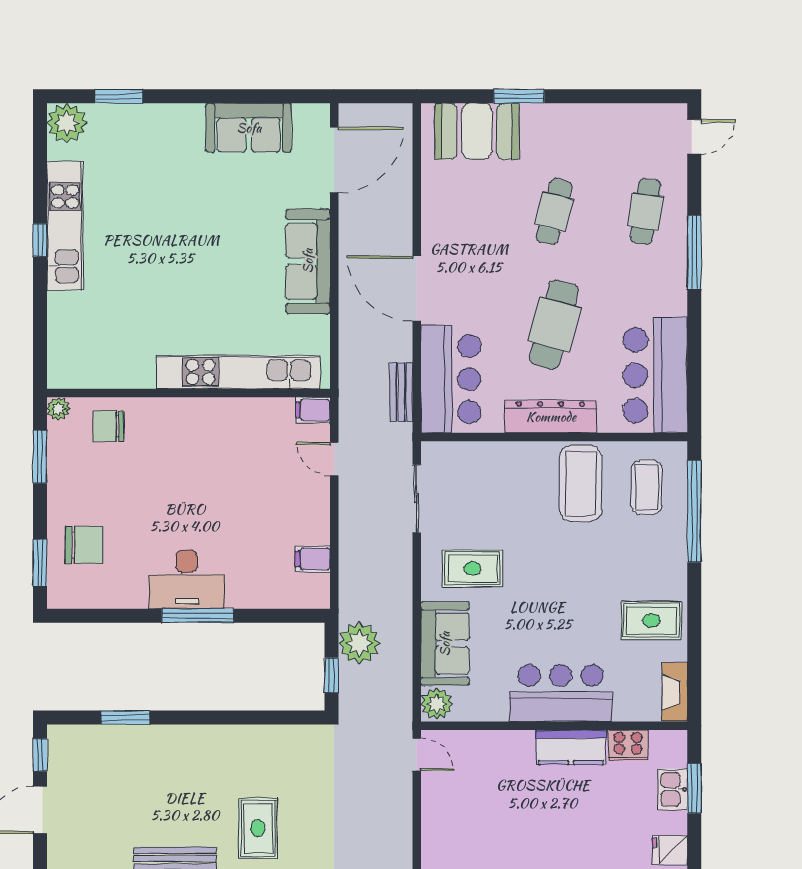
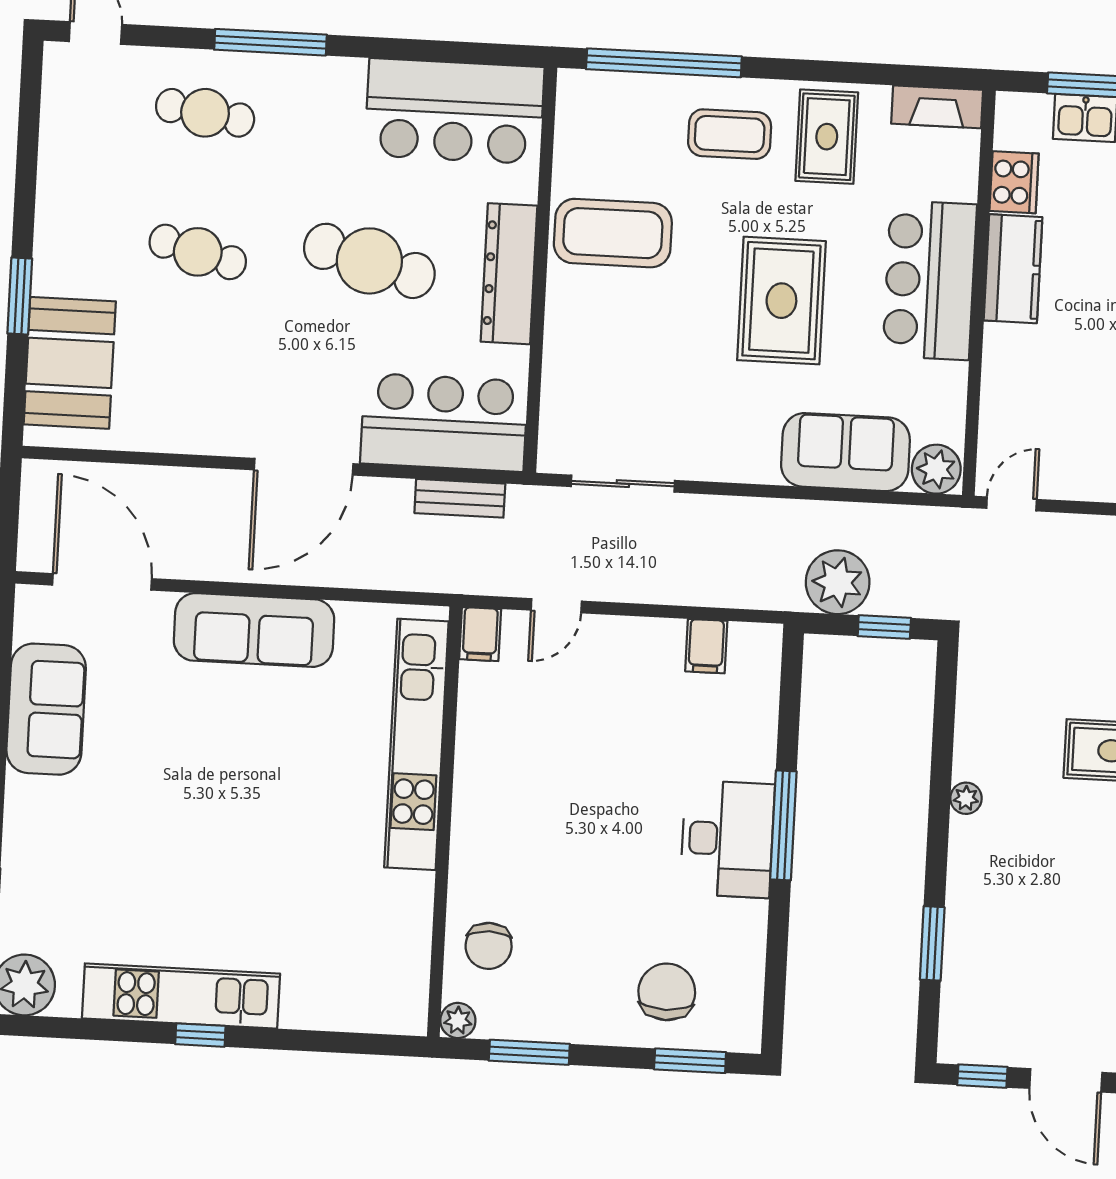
coffee table: (647, 487) -> (730, 134), moved
rug: (473, 568) -> (781, 301), moved, width x1.36, depth x1.43
plant: (222, 735) -> (966, 798), added

